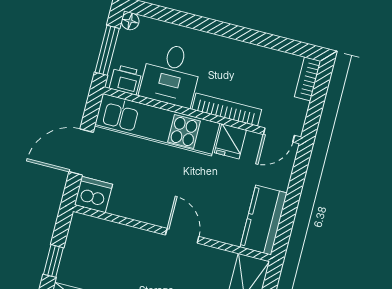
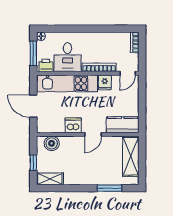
door: (81, 152) -> (33, 106), hinge flipped
dishwasher: (93, 195) -> (73, 125), moved
kitchen counter: (264, 220) -> (123, 125), moved, turned 90
boiler: (98, 233) -> (52, 143), added
door: (182, 236) -> (93, 134), swing flipped

